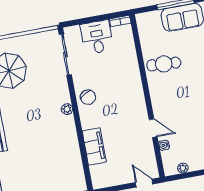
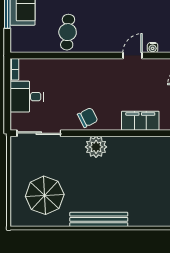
plant: (67, 109) -> (96, 147), width x1.88, depth x1.88

